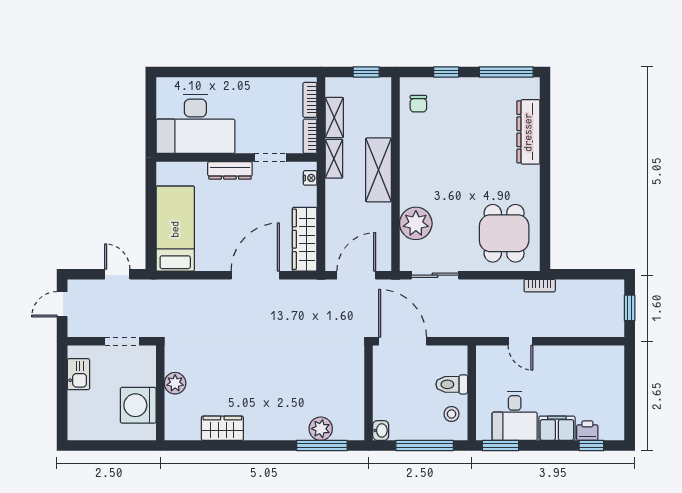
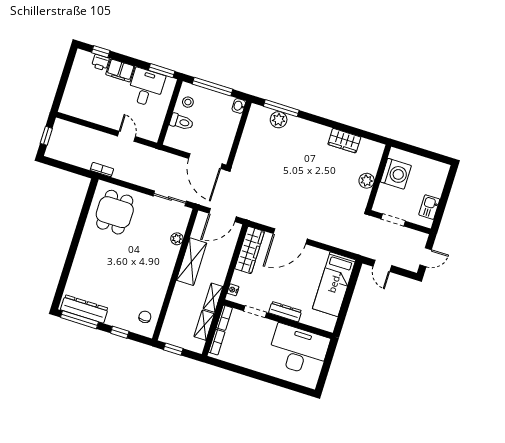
dresser: (528, 132) -> (84, 309), moved, turned -90
shelving: (379, 170) -> (192, 262), moved
plant: (416, 223) -> (177, 239), width x0.53, depth x0.53

